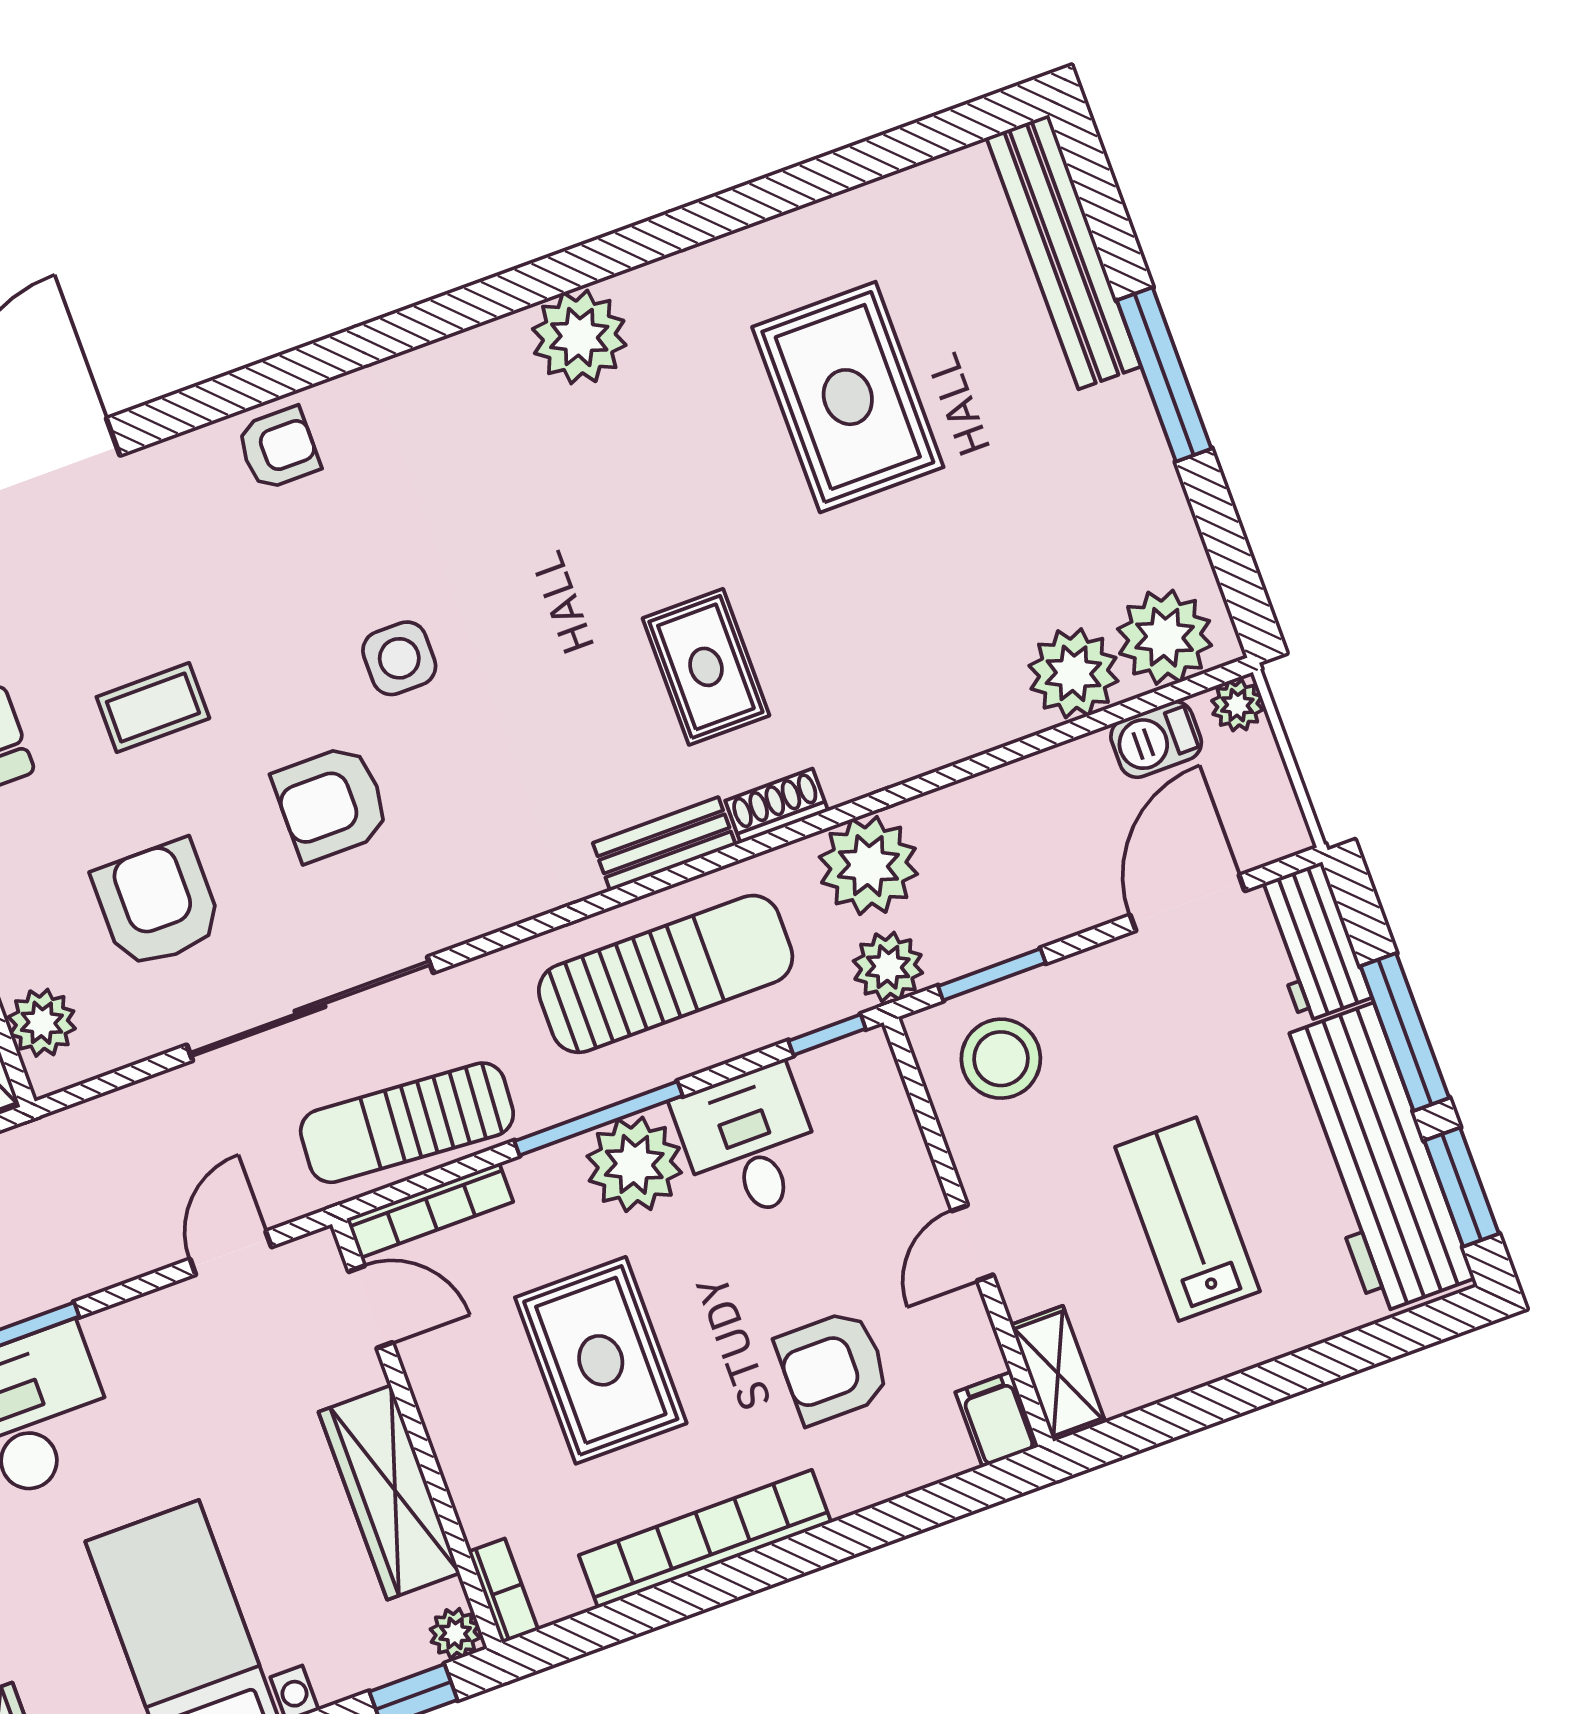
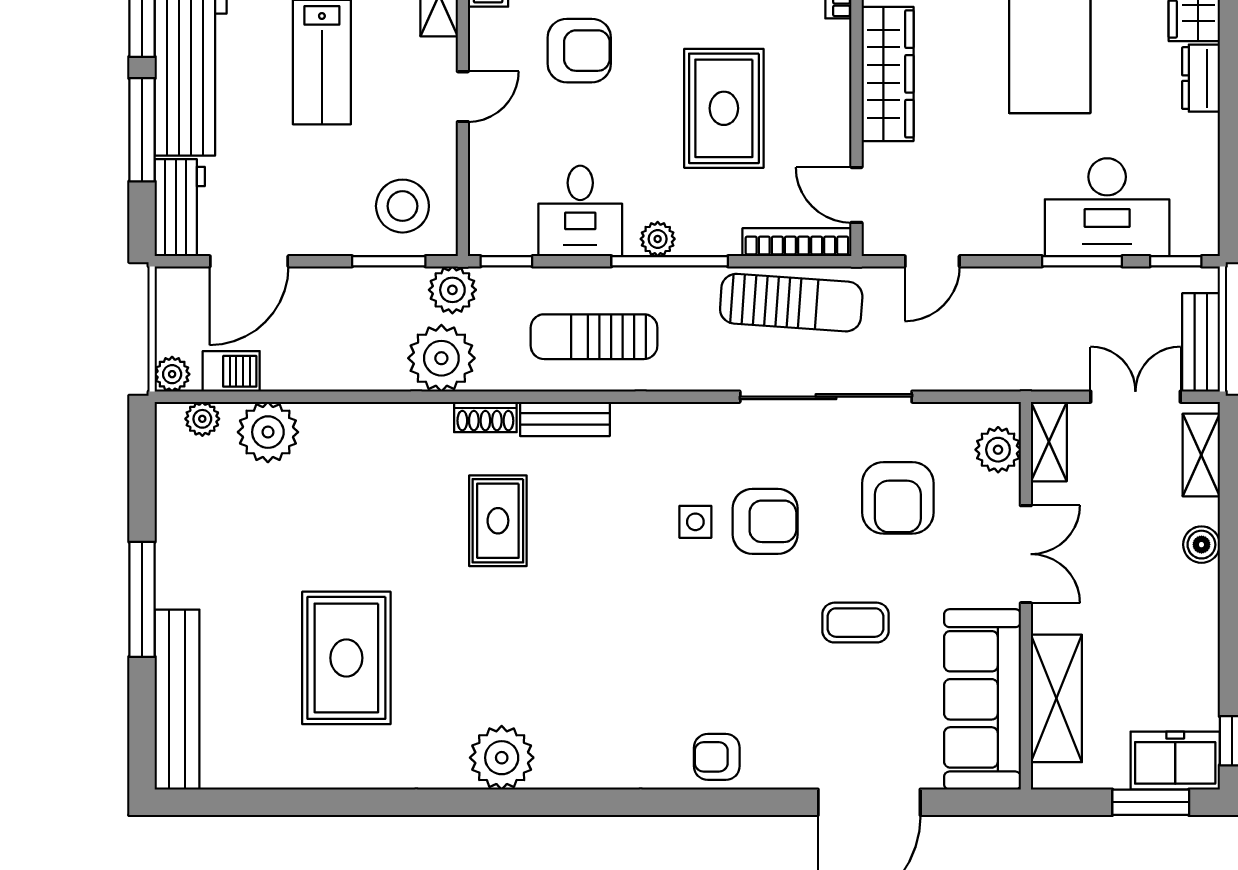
plant: (1165, 637) -> (202, 419), width x0.53, depth x0.53
side table: (399, 658) -> (695, 522), moved, width x0.73, depth x0.73
sun lounger: (666, 974) -> (594, 337), width x0.73, depth x0.75
plant: (634, 1164) -> (658, 239), width x0.53, depth x0.53

